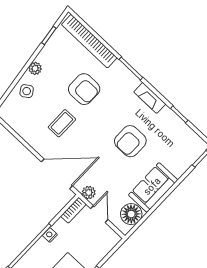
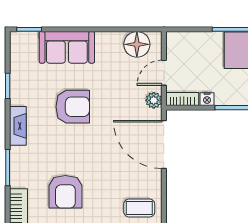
armchair: (84, 89) -> (65, 192), turned 180
coffee table: (62, 123) -> (139, 208), moved
sofa: (153, 187) -> (67, 47), moved
nightstand: (50, 235) -> (207, 99), moved

